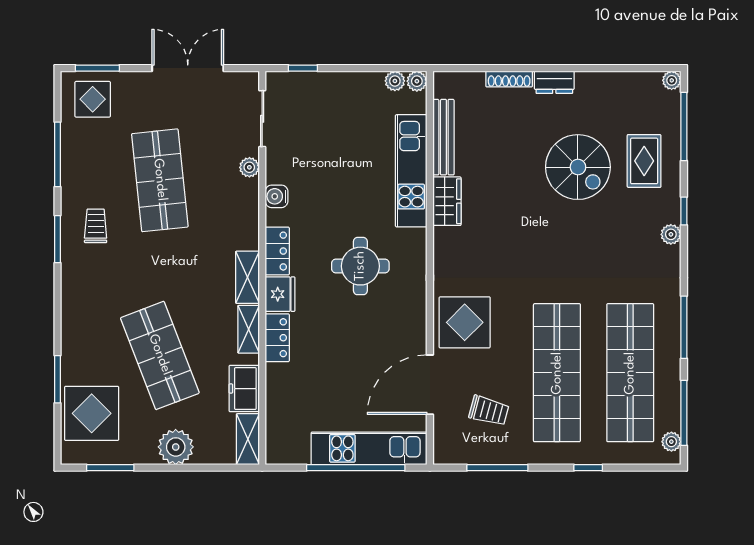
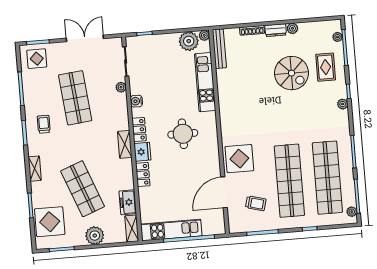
plant: (672, 80) -> (338, 37), moved
plant: (395, 81) -> (189, 41), width x1.87, depth x1.87
plant: (587, 82) -> (292, 28), added
bench: (443, 137) -> (219, 49), moved
wardrobe: (447, 201) -> (225, 96), removed
shelving: (249, 329) -> (35, 169), moved
kitchen unit: (369, 448) -> (171, 230), moved

